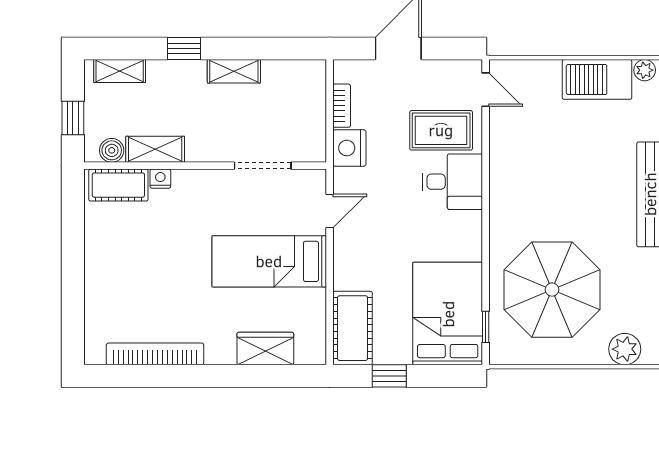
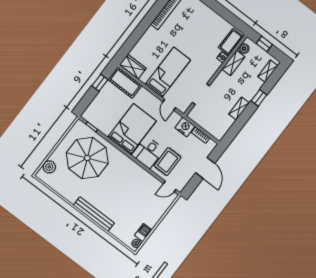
barbecue: (597, 79) -> (143, 233), width x0.53, depth x0.65
bed: (448, 314) -> (132, 129), moved, turned -90
wardrobe: (265, 349) -> (133, 67), moved, turned -90

